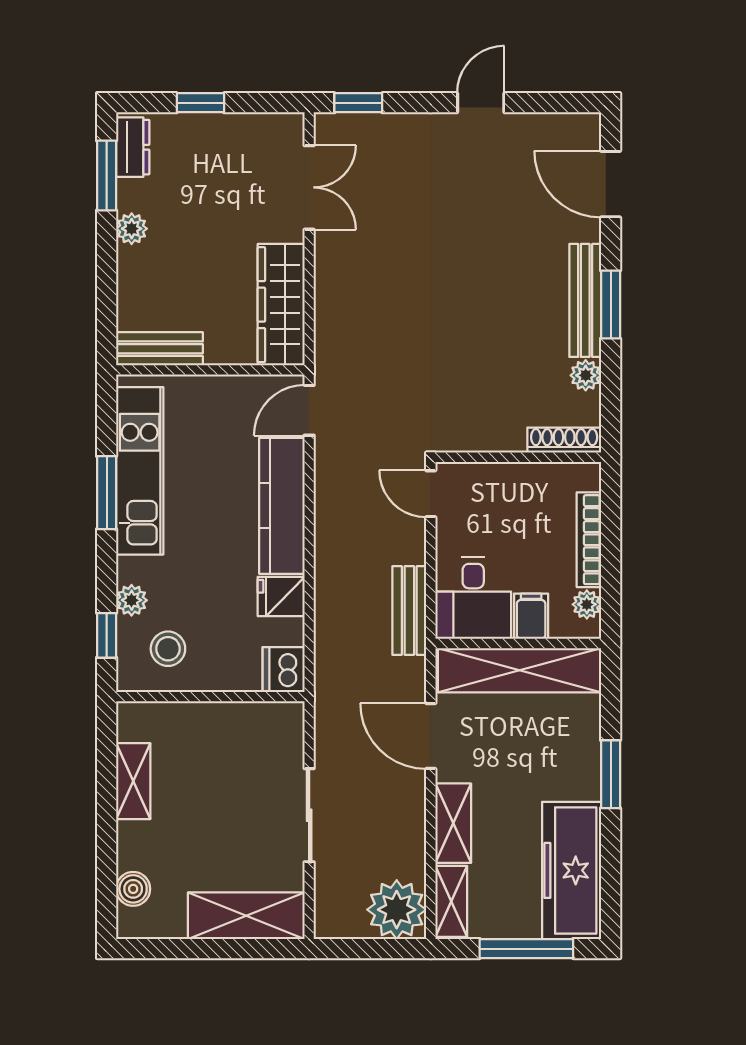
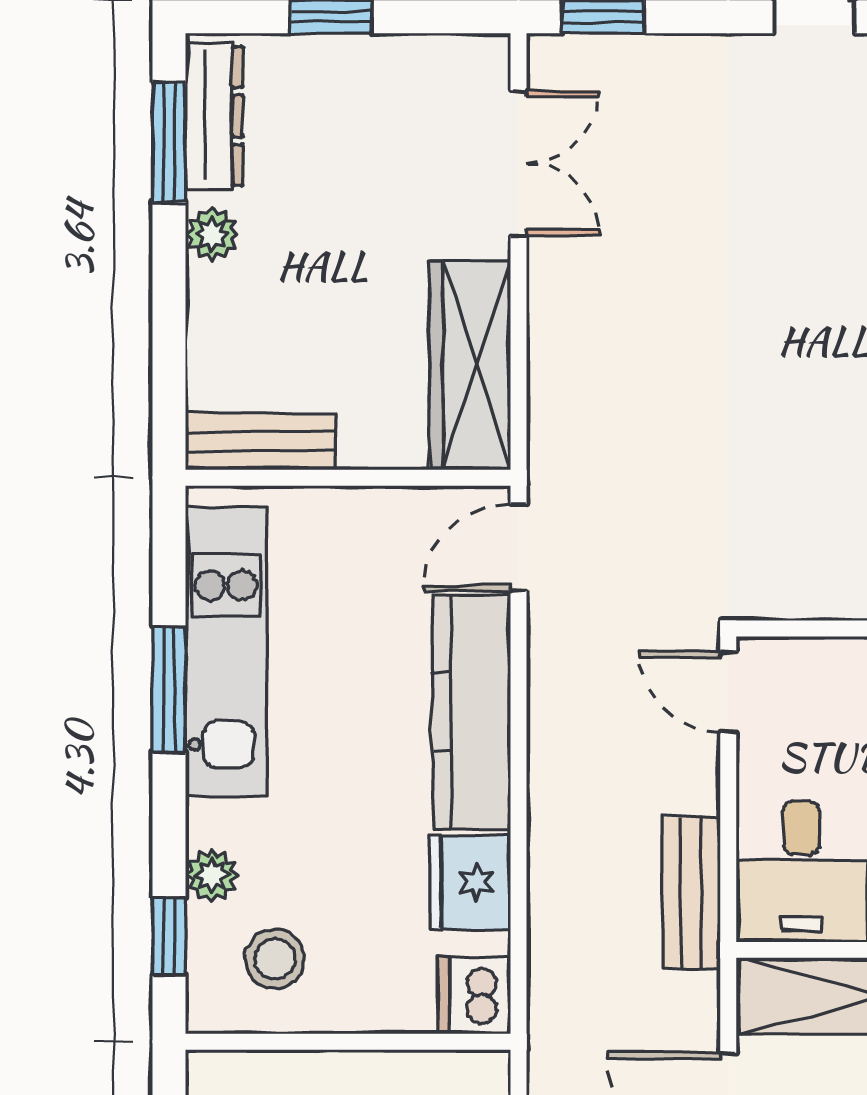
dresser: (133, 147) -> (214, 116), width x1.44
fridge: (281, 597) -> (470, 882), width x1.38

